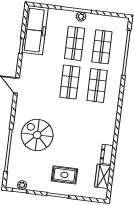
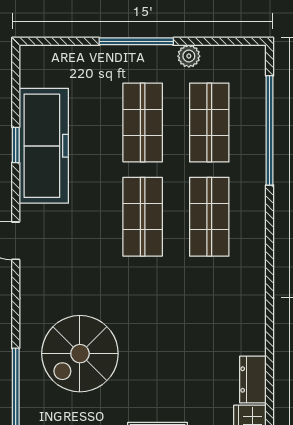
plant: (81, 17) -> (189, 56), moved
freezer: (35, 30) -> (44, 146), moved
spiral stairs: (37, 135) -> (80, 354), turned -90

